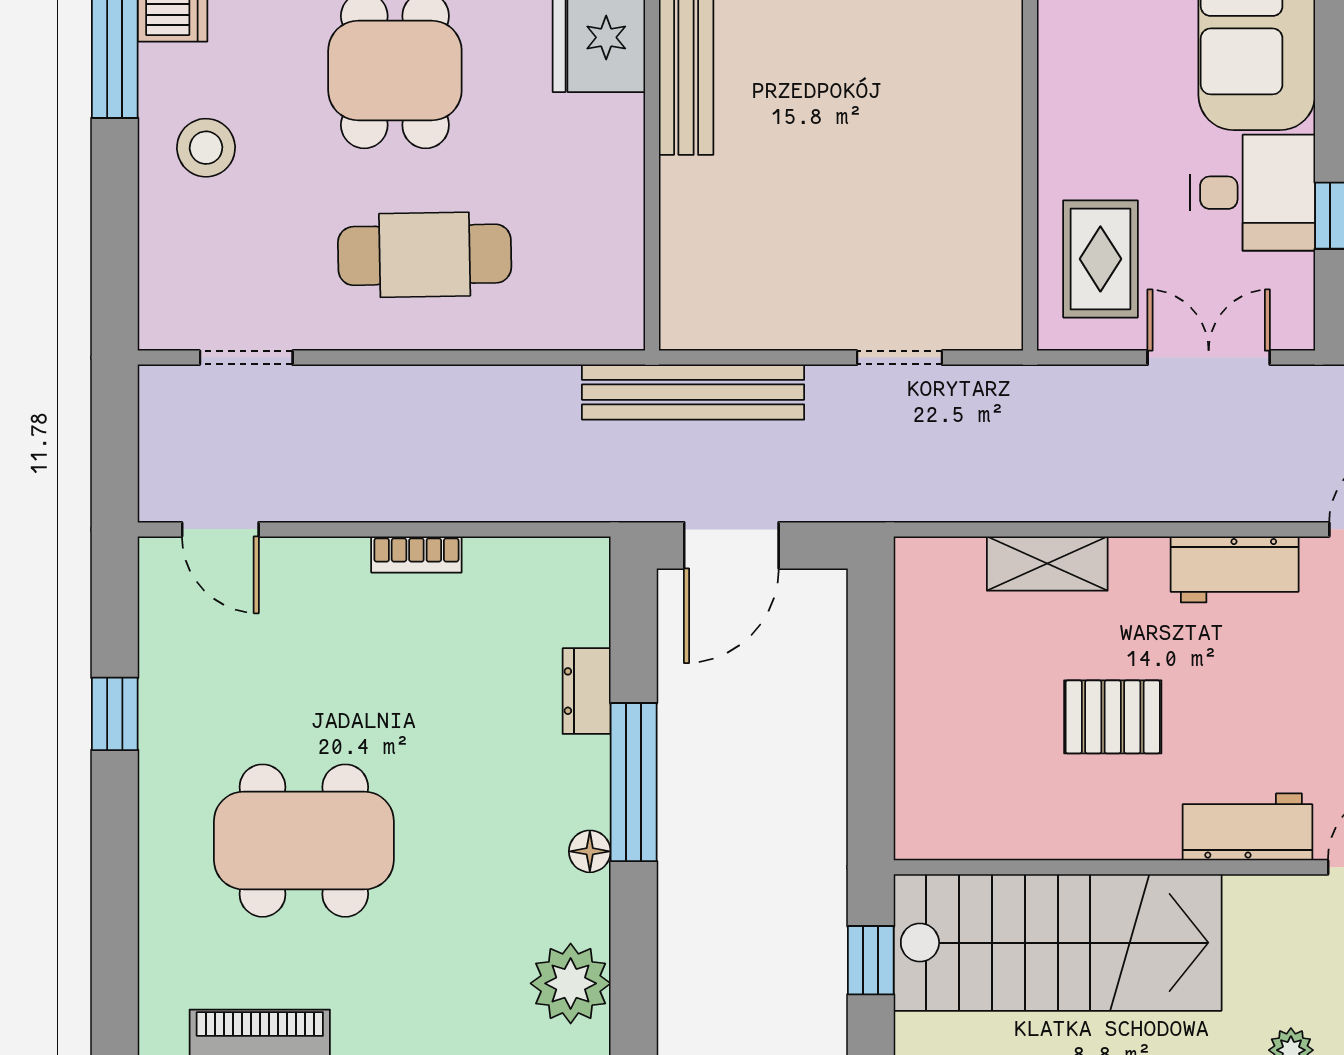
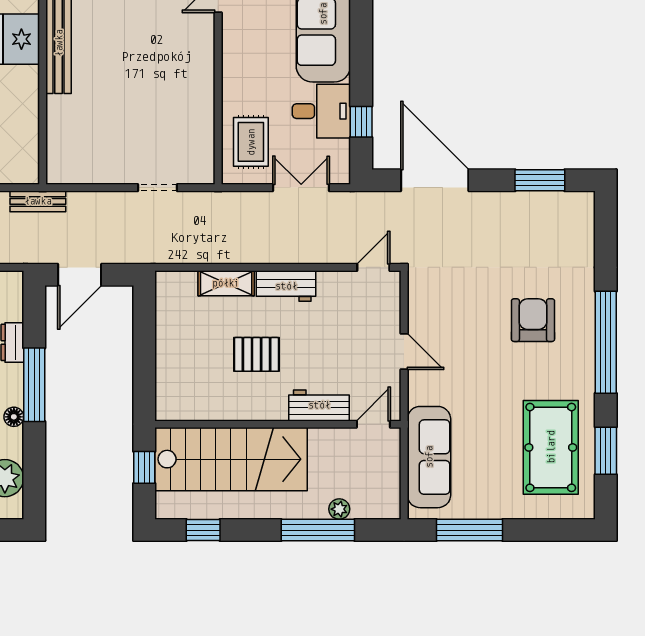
bench: (693, 392) -> (38, 201), width x0.54, depth x0.82
workbench: (1235, 569) -> (286, 286), moved

